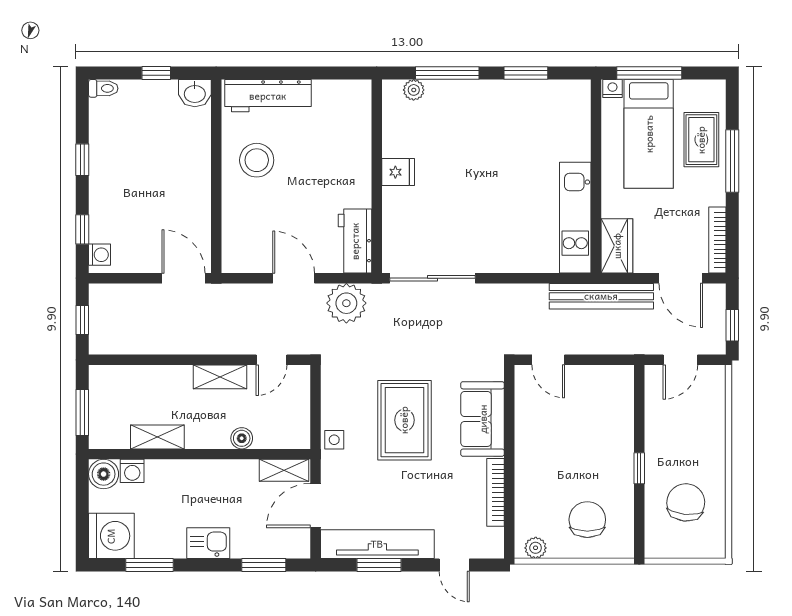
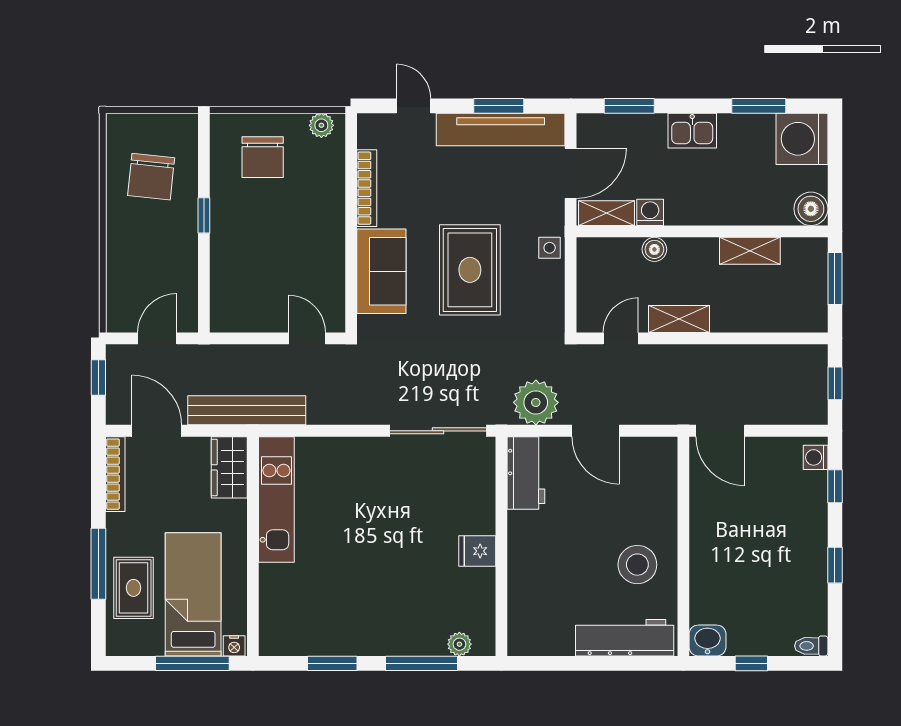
washing machine: (132, 471) -> (650, 212), moved

